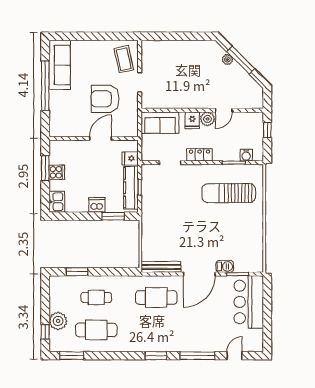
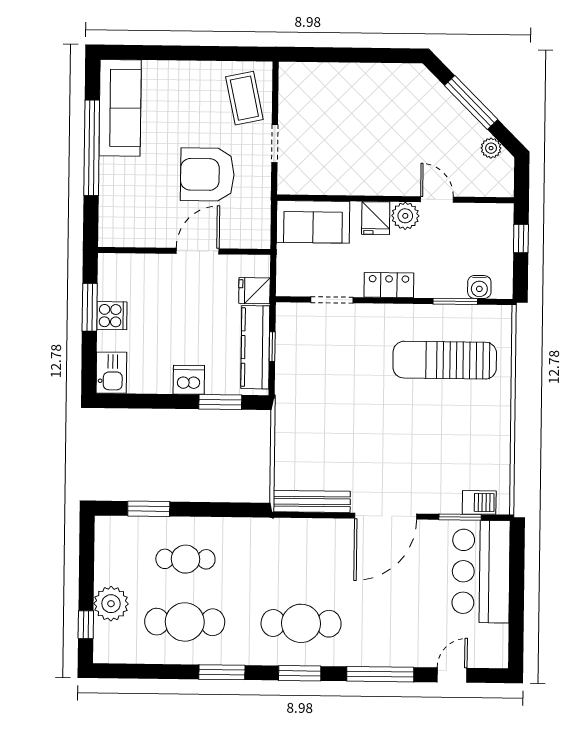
plant: (227, 60) -> (491, 148), moved
door: (224, 110) -> (437, 199), swing flipped
barbecue: (225, 266) -> (479, 502), moved
cafe table: (156, 297) -> (301, 623), moved
window: (72, 356) -> (222, 672), moved

